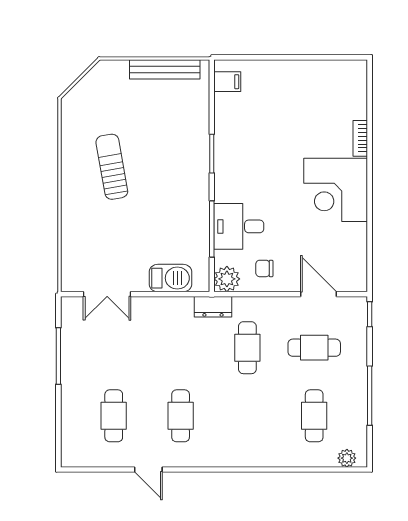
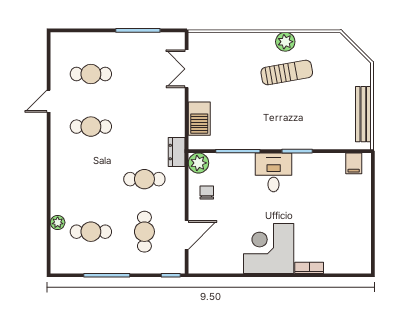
plant: (73, 169) -> (285, 42), added
desk: (239, 226) -> (274, 172), moved
plant: (347, 458) -> (58, 222), moved

